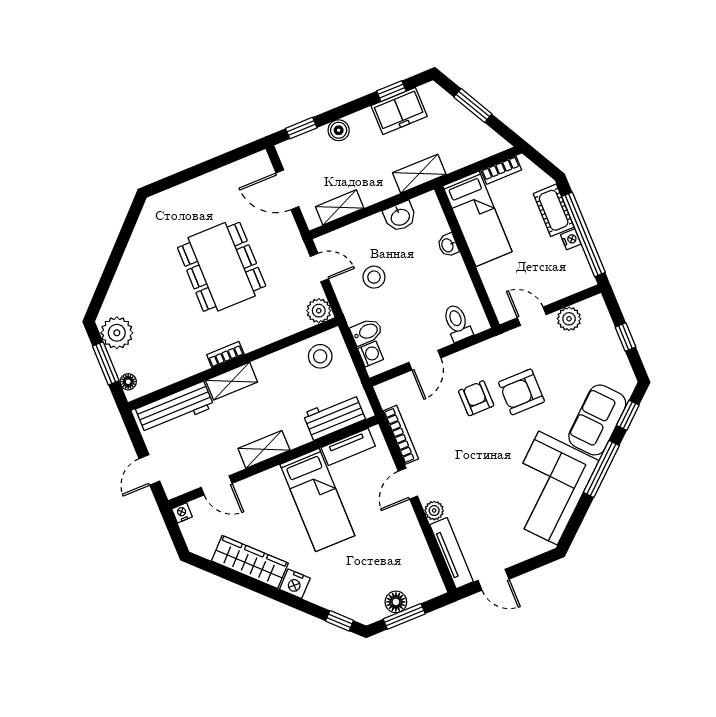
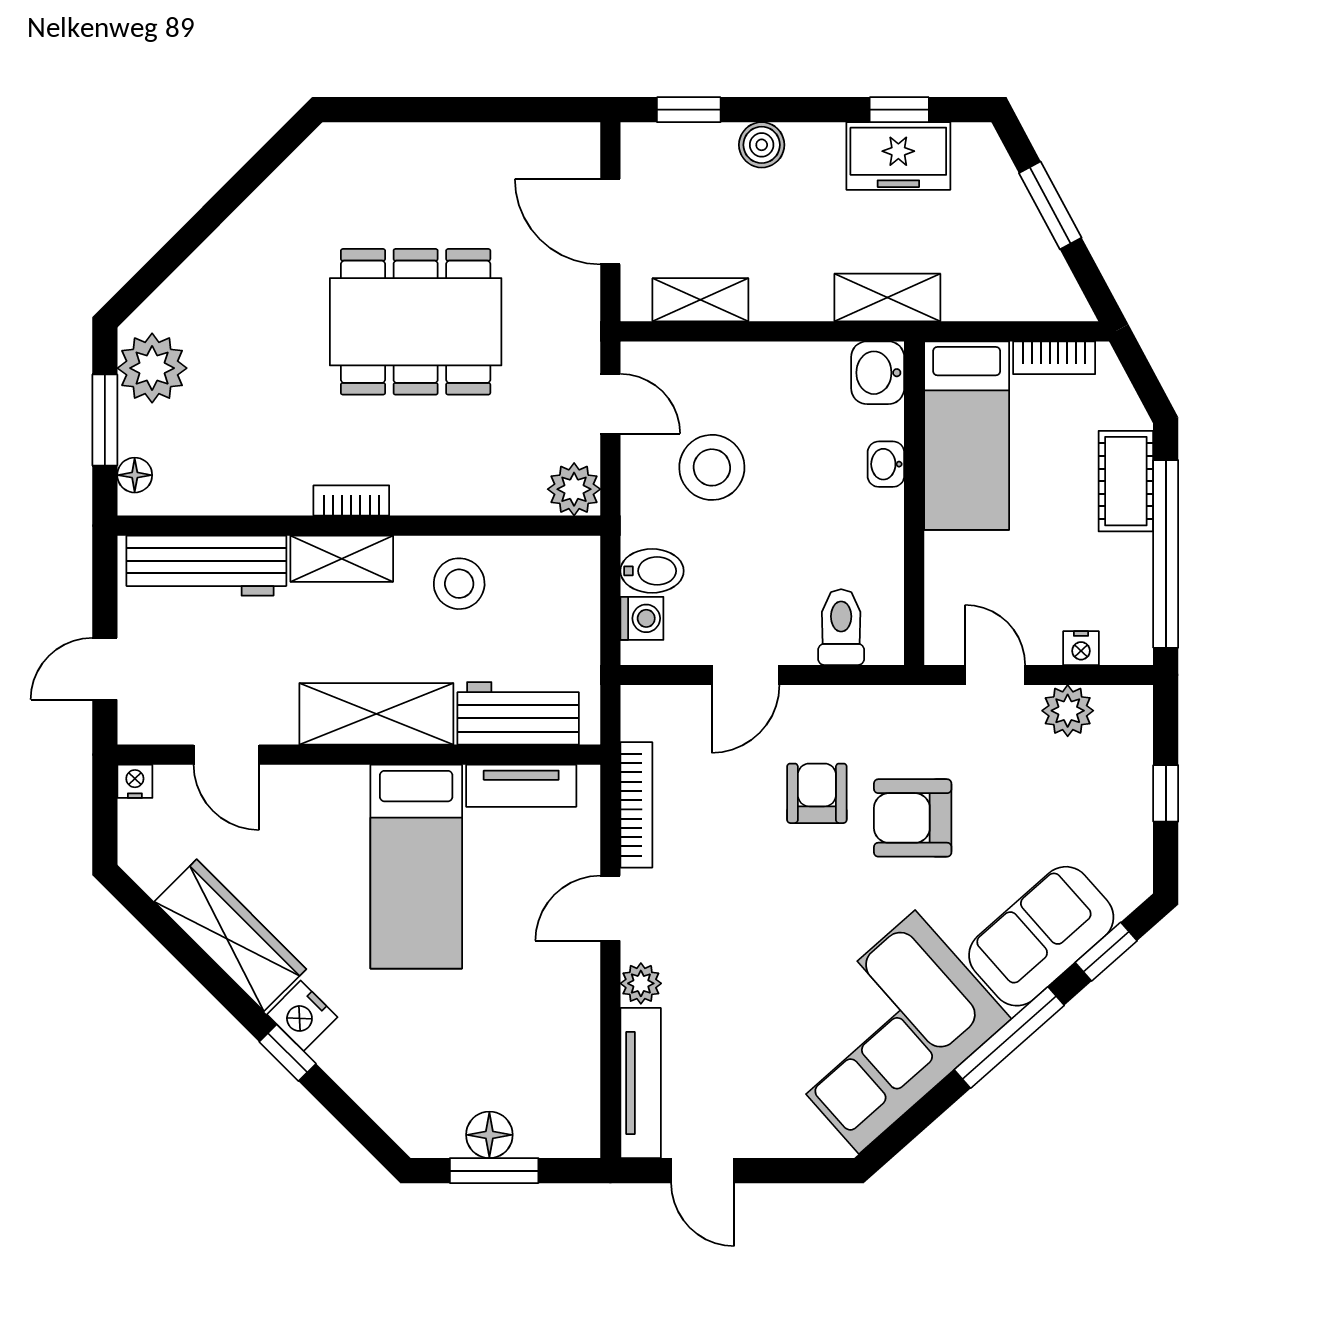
washbasin: (400, 217) -> (878, 373), moved, turned 90
nightstand: (571, 239) -> (1081, 648), moved, turned 90
dining table: (222, 267) -> (416, 322), turned 90
stool: (374, 277) -> (712, 467), width x1.38, depth x1.38
stool: (320, 356) -> (459, 584), moved
shelving: (264, 449) -> (376, 714), width x1.50, depth x1.33
window: (340, 621) -> (288, 1053), moved

